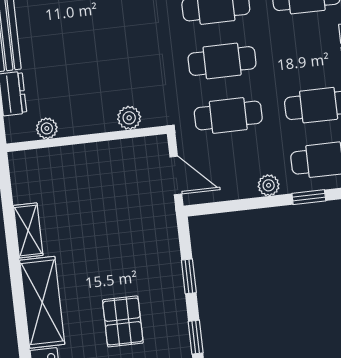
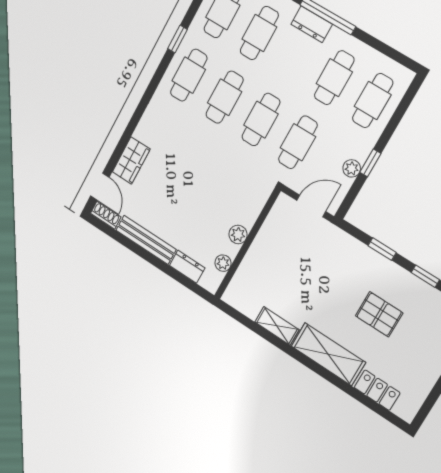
plant: (129, 118) -> (238, 234), moved
plant: (269, 185) -> (352, 168), moved
window: (309, 197) -> (370, 163), moved

